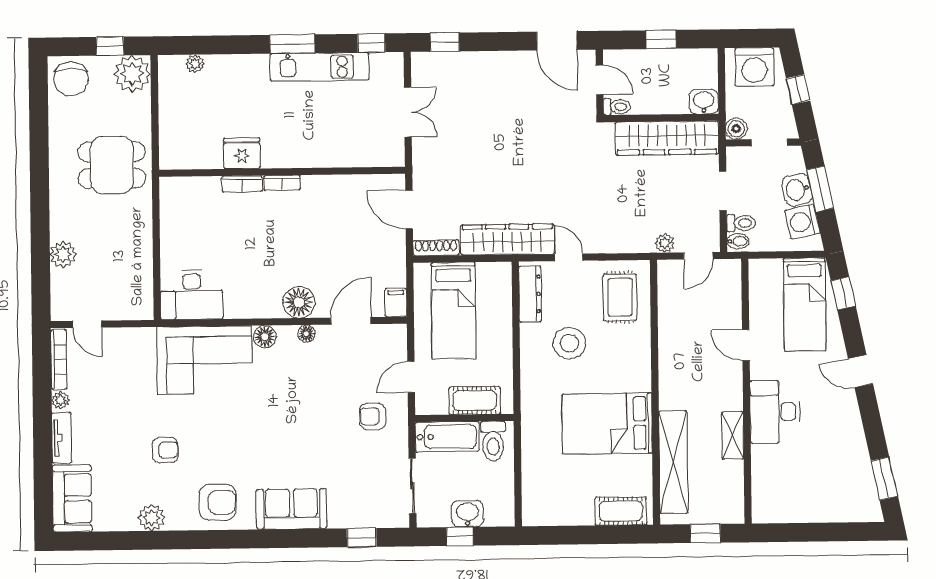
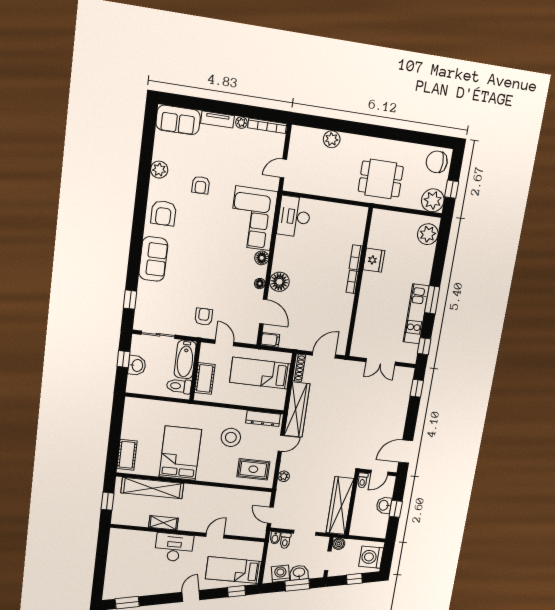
plant: (195, 64) -> (428, 234), width x1.88, depth x1.88
washbasin: (704, 102) -> (384, 505), moved, turned 180
dining table: (112, 165) -> (381, 179), turned 90
plant: (665, 243) -> (284, 476), moved
door: (87, 324) -> (283, 168), moved

